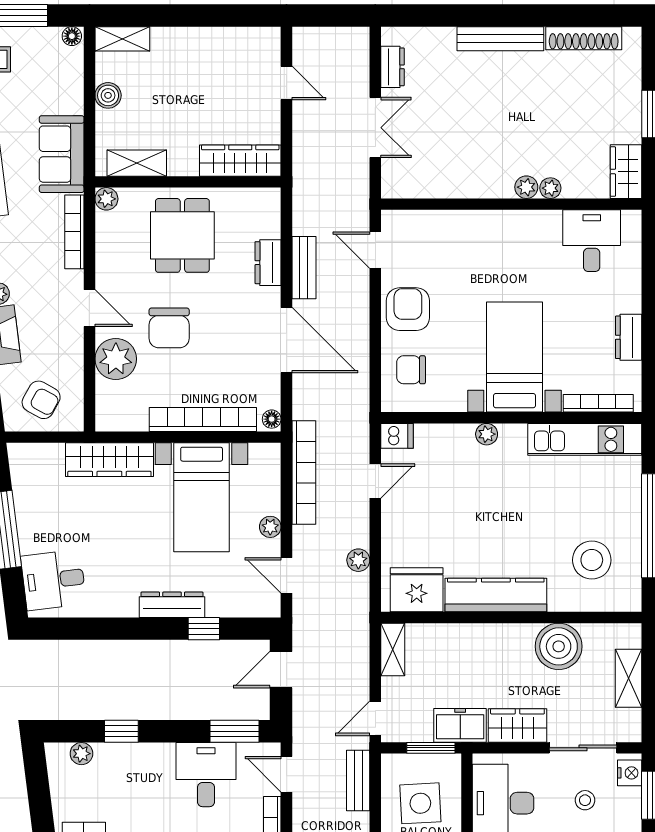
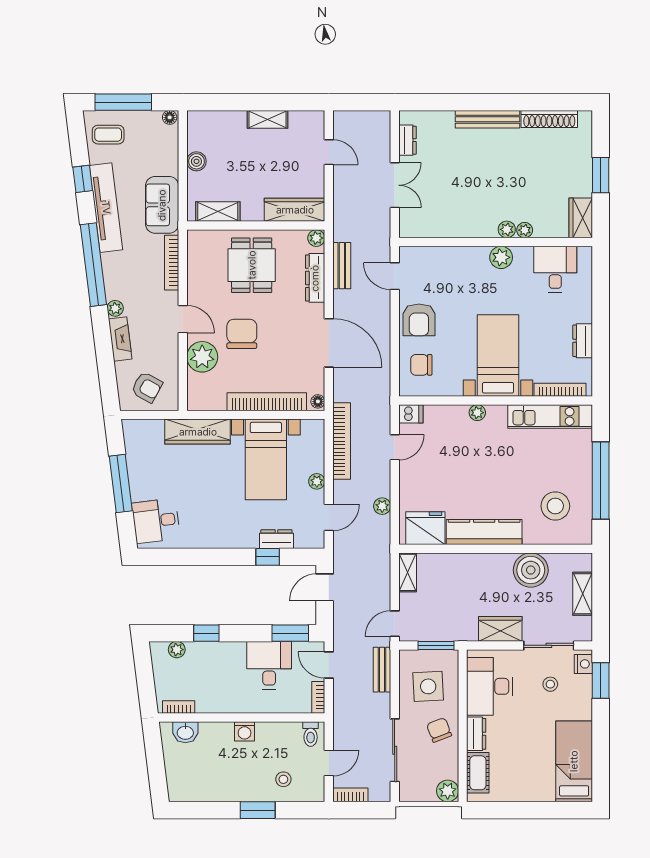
shelving: (122, 39) -> (268, 119), moved
plant: (106, 199) -> (316, 238), moved
plant: (519, 225) -> (501, 257), added
dresser: (268, 263) -> (315, 278), width x1.44
bench: (304, 268) -> (342, 266), moved
armchair: (408, 309) -> (419, 320), turned 180
chair: (169, 328) -> (242, 334), turned 180
door: (286, 575) -> (329, 517), swing flipped
dresser: (172, 605) -> (276, 539), moved, width x0.70
freezer: (460, 725) -> (458, 629), removed

